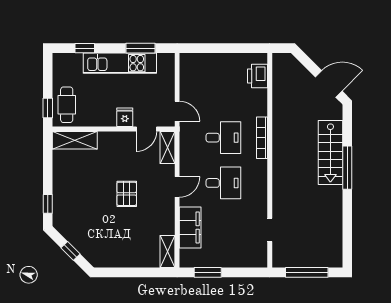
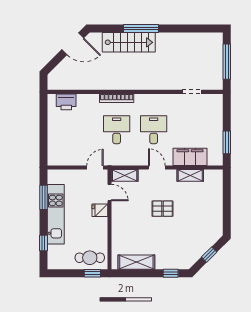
door: (329, 84) -> (73, 44), swing flipped
shelving: (75, 140) -> (136, 262), moved, turned 90
shelving: (167, 252) -> (190, 175), moved

